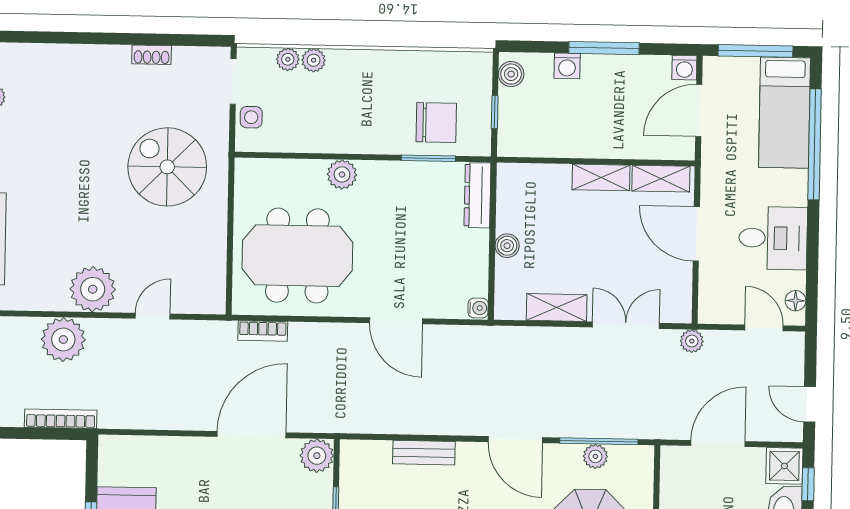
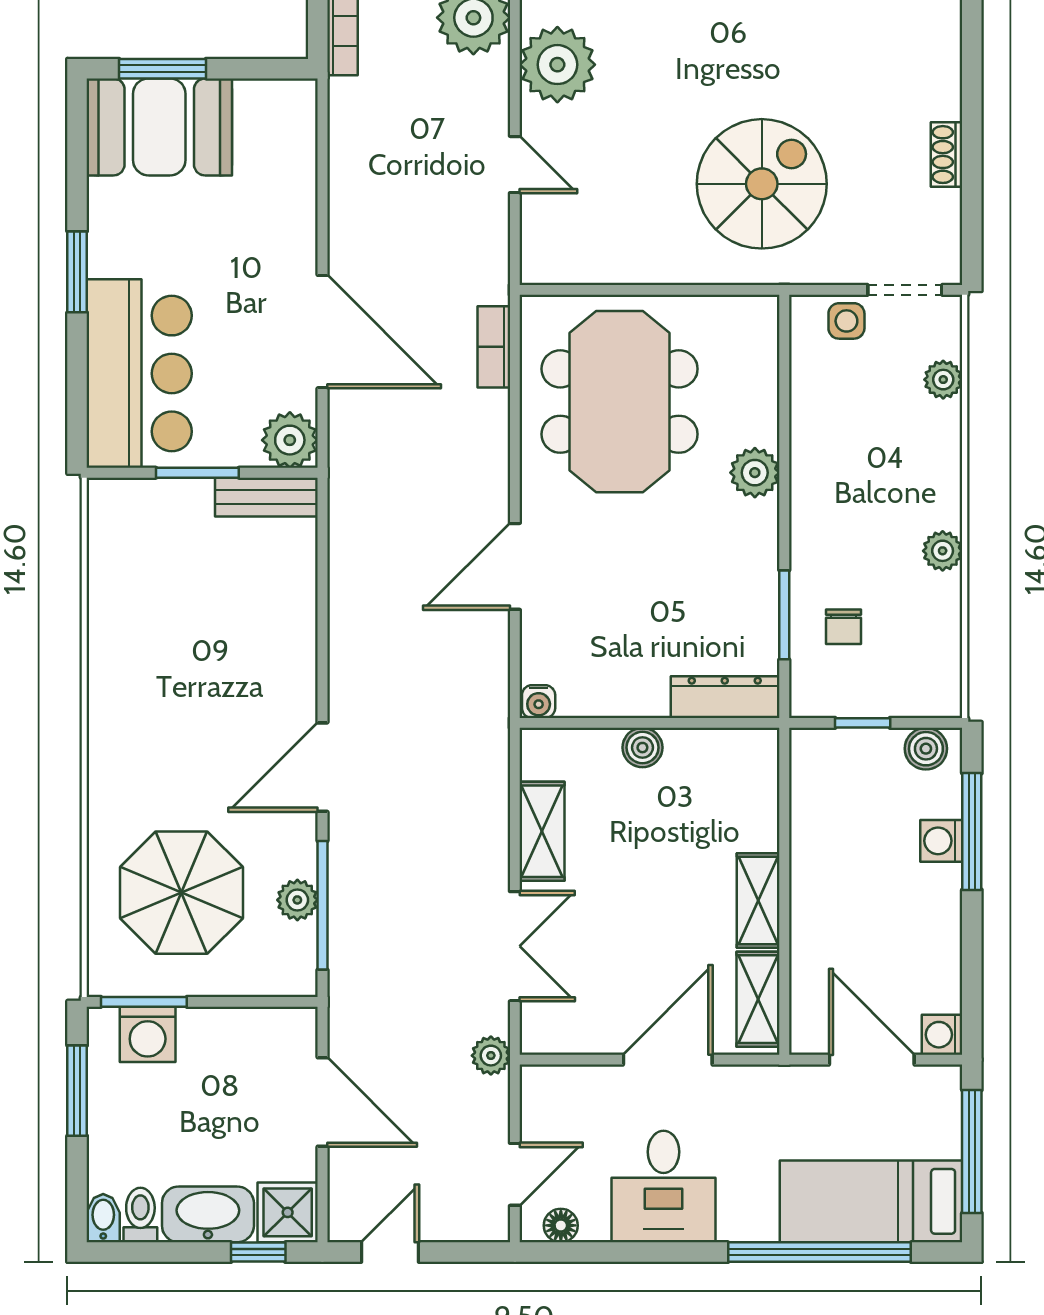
window: (604, 48) -> (972, 831), moved
plant: (314, 60) -> (943, 551), moved
chair: (436, 123) -> (844, 627), width x0.54, depth x0.54
bench: (424, 453) -> (266, 497), moved, turned 90

